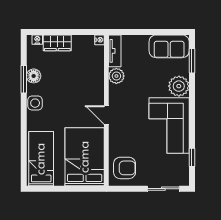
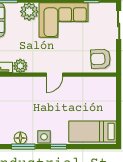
window: (24, 120) -> (59, 147), added
bed: (85, 157) -> (91, 94), removed
armchair: (125, 168) -> (101, 59), turned -93

